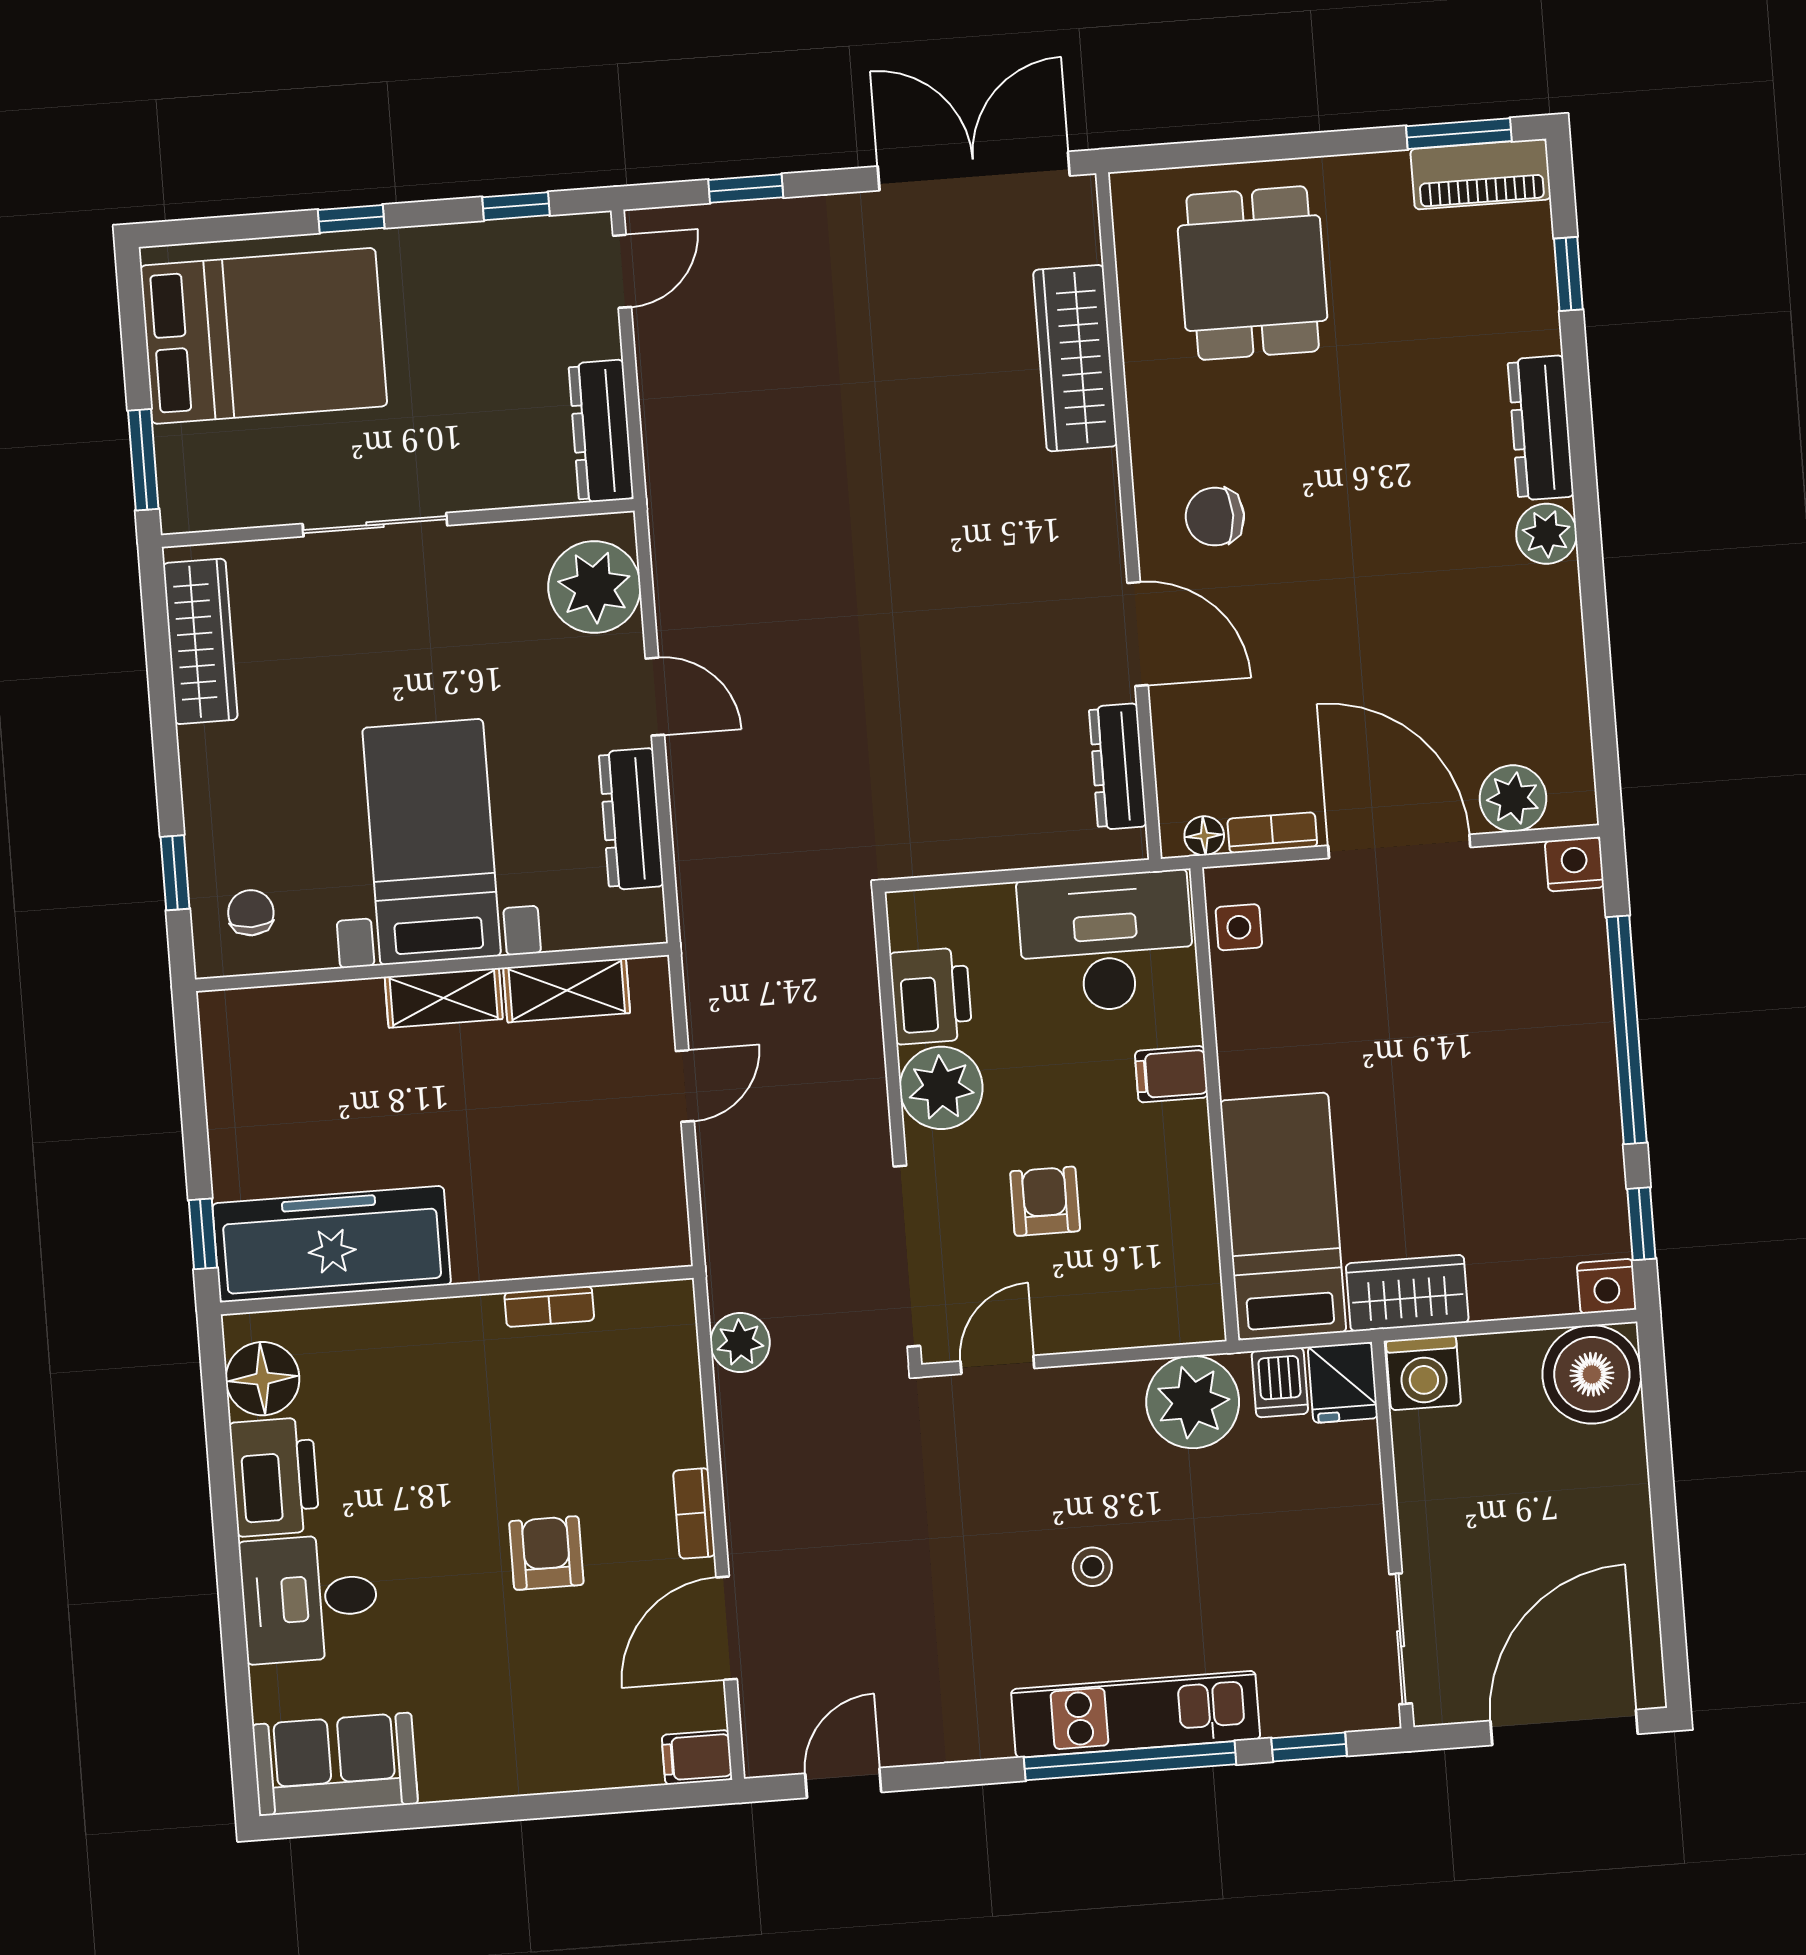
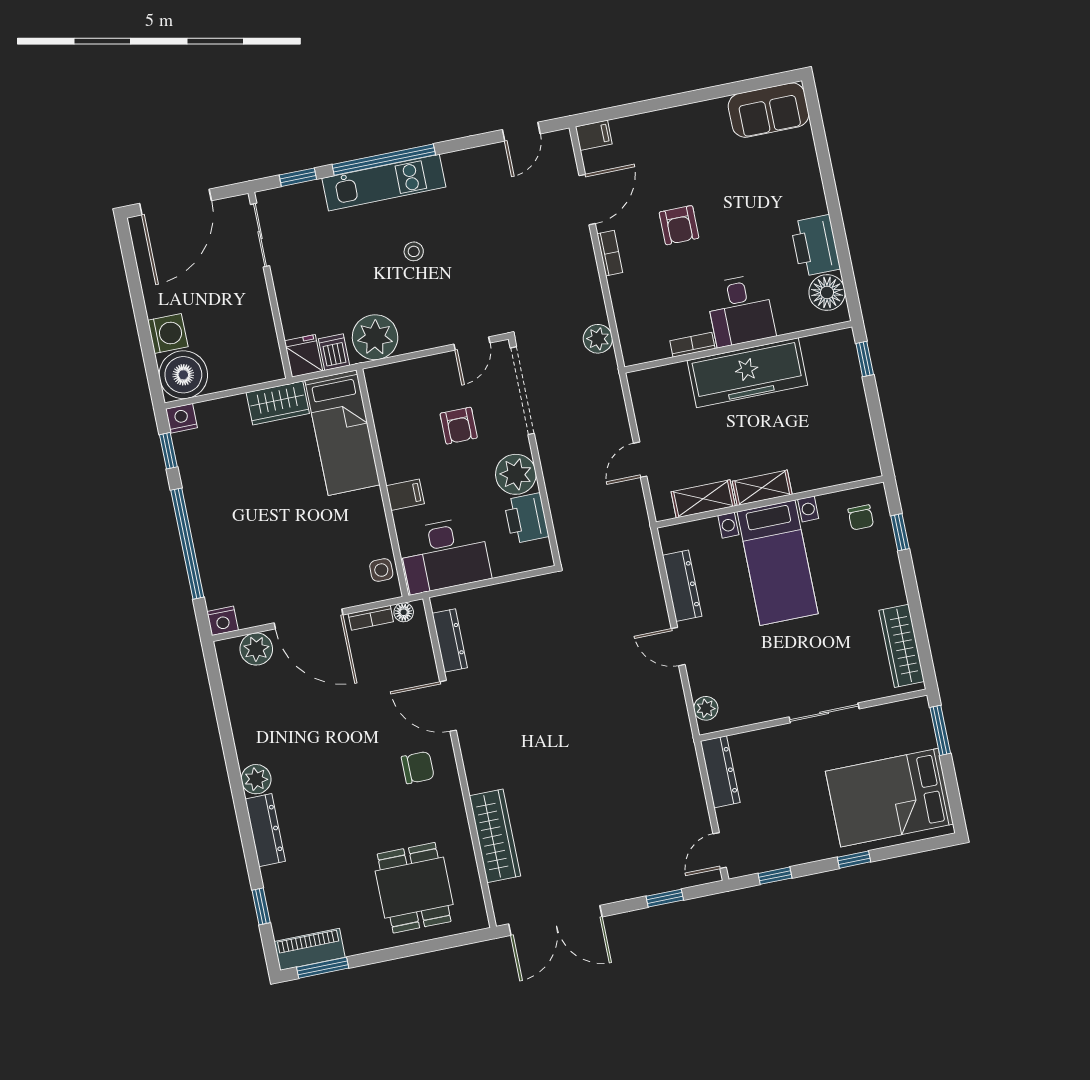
plant: (594, 587) -> (706, 708), width x0.53, depth x0.53
freezer: (332, 1244) -> (747, 373), moved
washing machine: (1423, 1373) -> (168, 334), moved, turned 90
desk: (309, 1598) -> (740, 310), moved, turned 90

